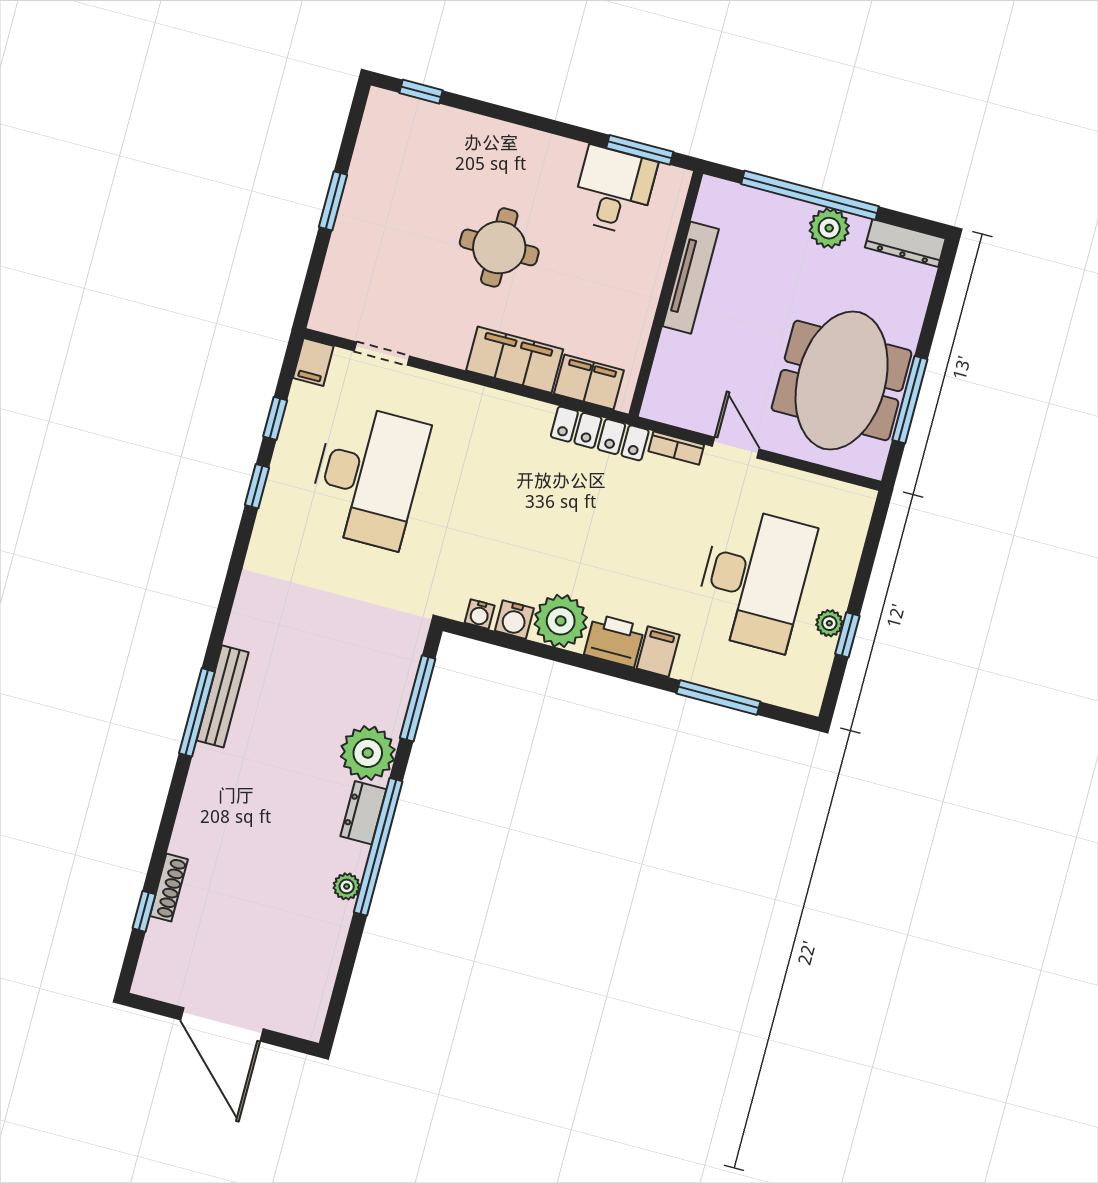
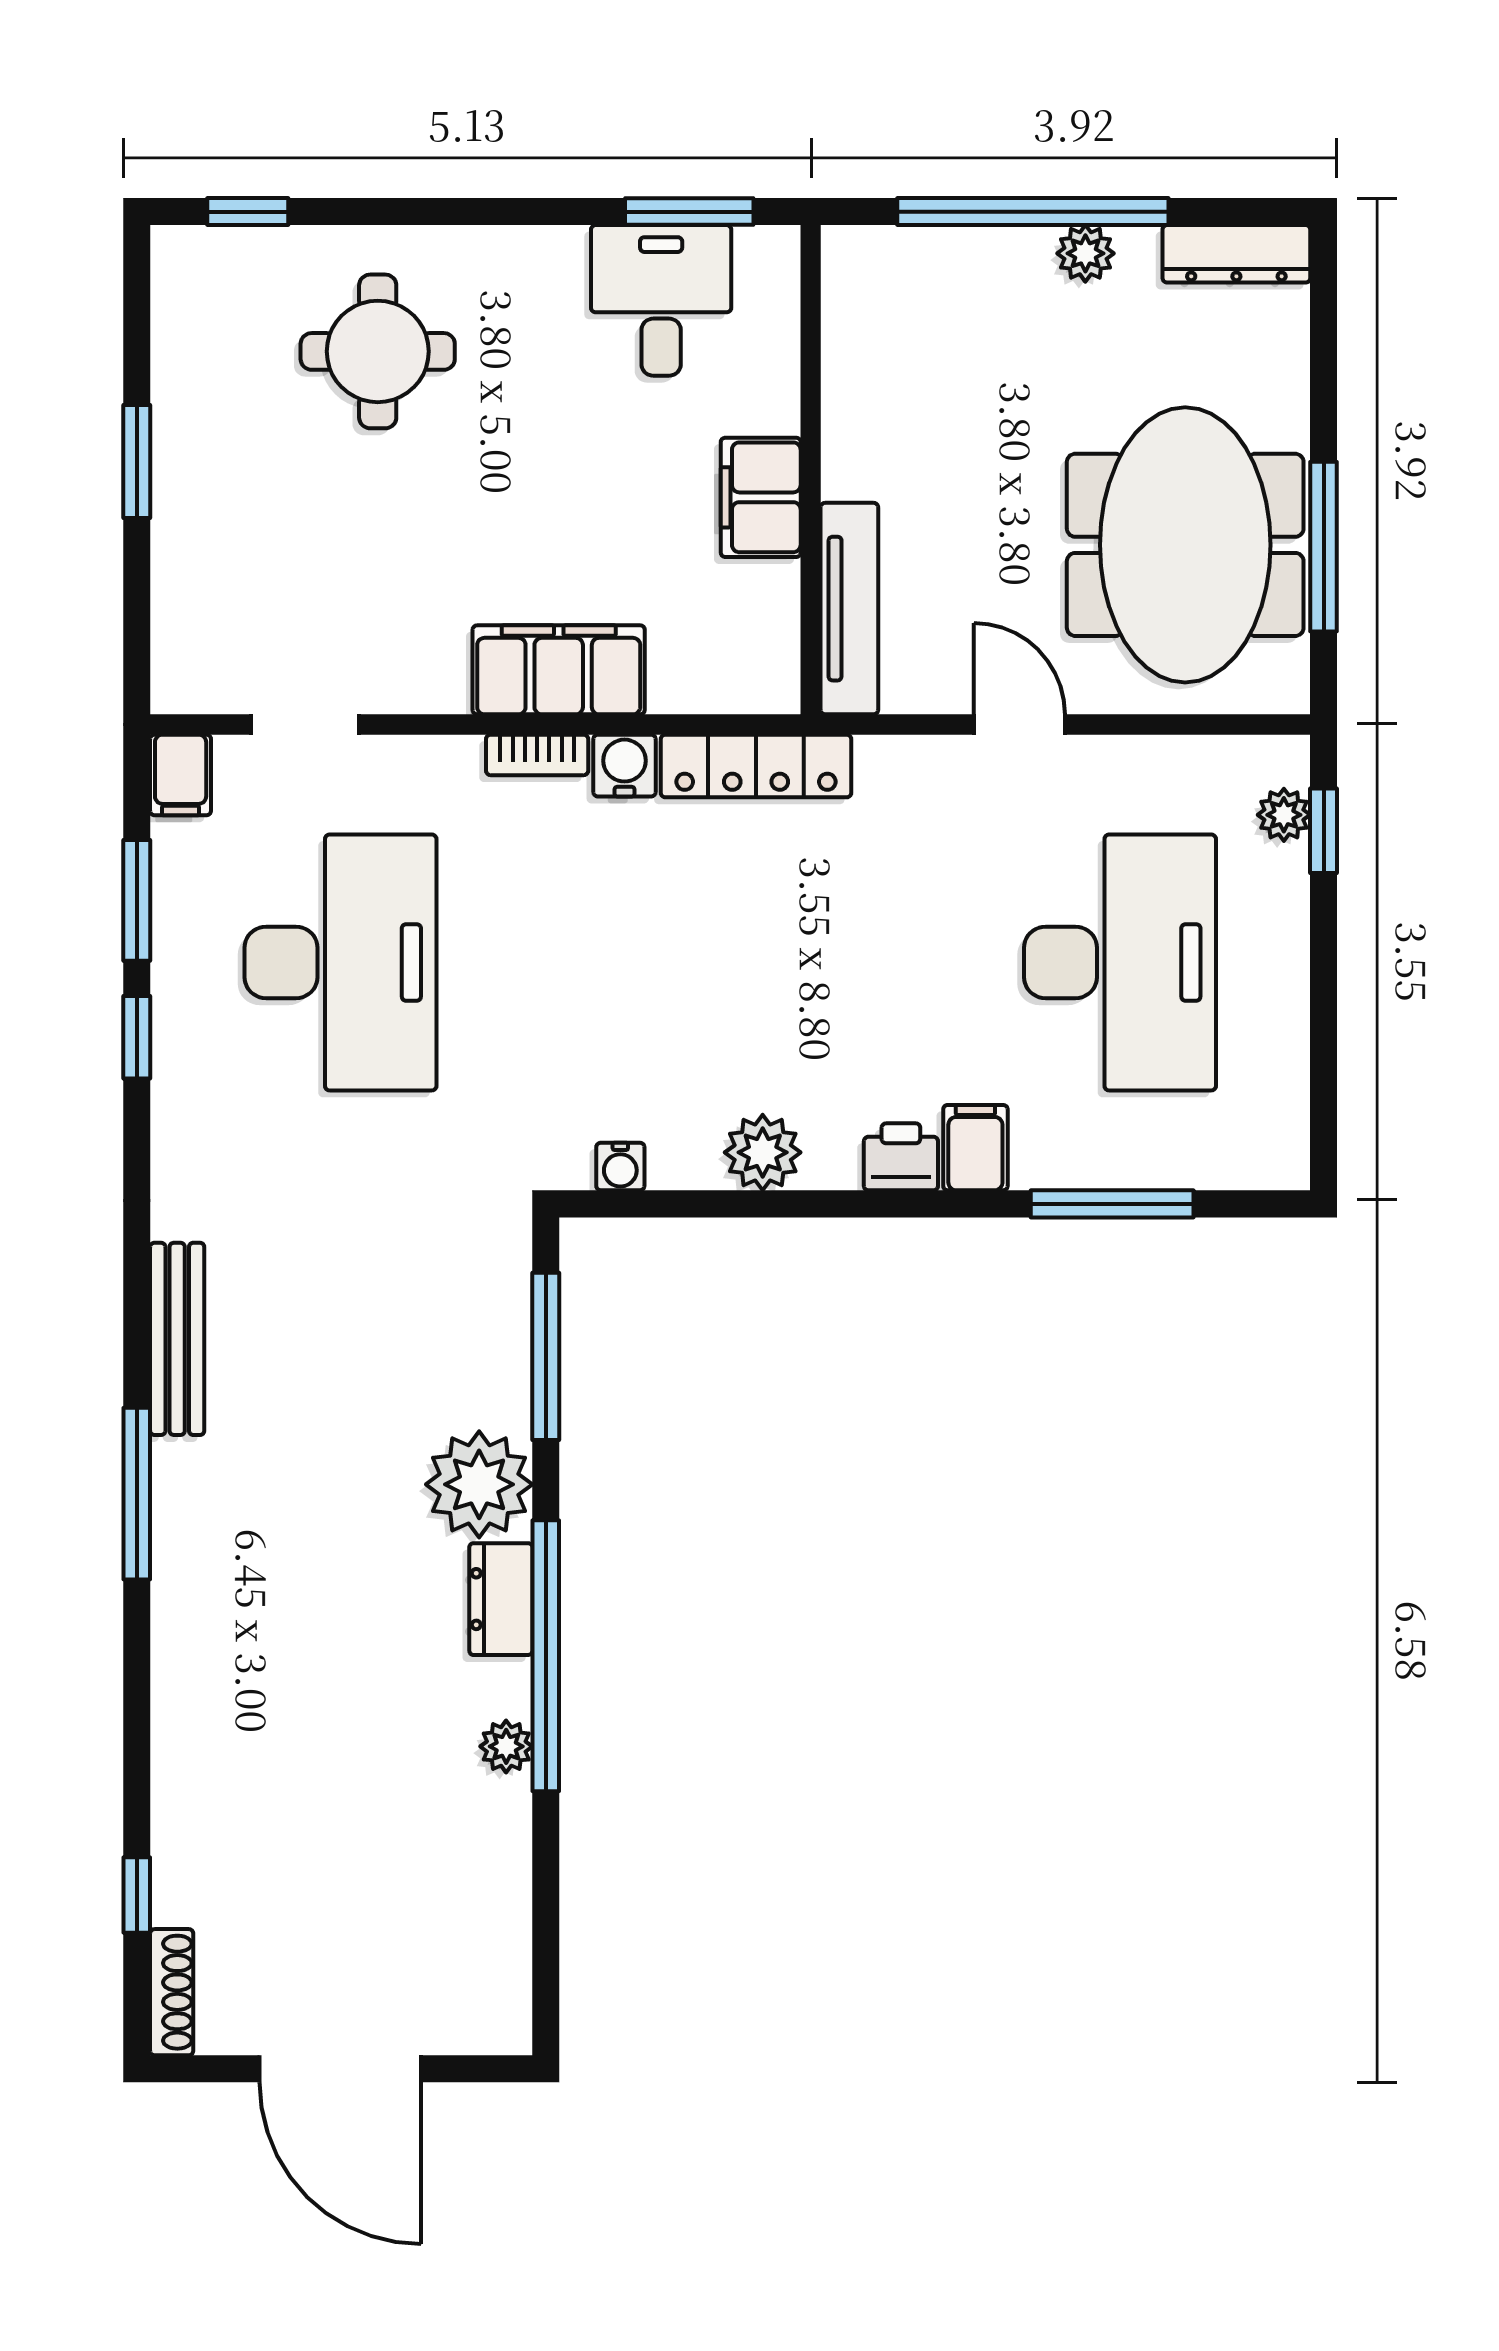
plant: (829, 228) -> (1085, 253), width x0.73, depth x0.73
round table: (499, 247) -> (378, 351), moved
tv unit: (691, 278) -> (849, 609), moved
filing cabinet: (589, 382) -> (761, 497), moved, turned -90
window: (275, 418) -> (137, 900), width x1.50
bookcase: (676, 448) -> (537, 755), moved
water cooler: (514, 620) -> (624, 766), moved, turned 180
plant: (561, 621) -> (763, 1152), width x0.73, depth x0.73
plant: (829, 623) -> (1284, 815), moved
window: (847, 635) -> (1324, 831), moved
printer: (614, 641) -> (901, 1157), width x0.73, depth x0.81
bench: (223, 696) -> (177, 1339), moved
shoe rack: (169, 888) -> (172, 1992), moved

